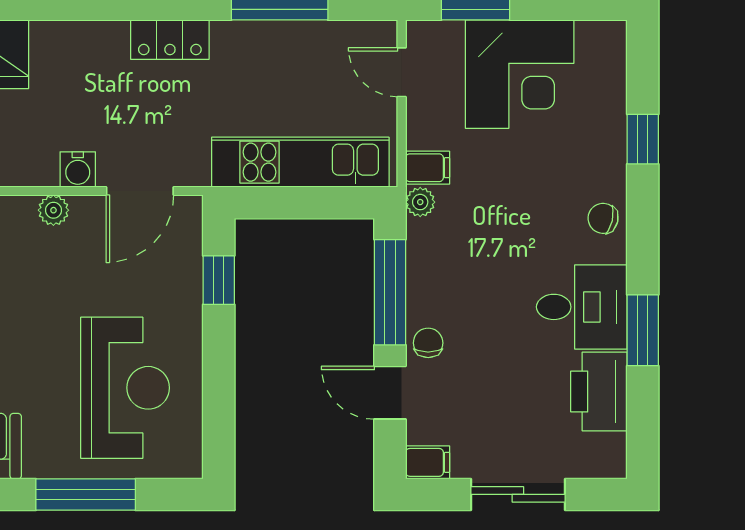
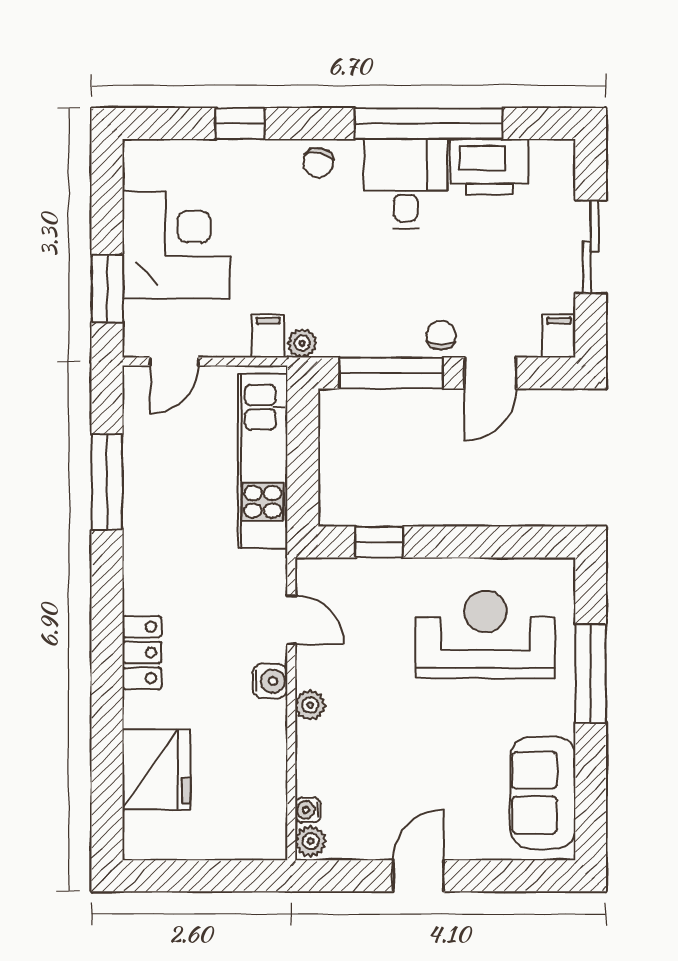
locker: (170, 40) -> (142, 652), moved
door: (140, 191) -> (291, 620), width x0.73
window: (643, 330) -> (429, 124), width x2.11
chair: (428, 343) -> (441, 335), turned 90

